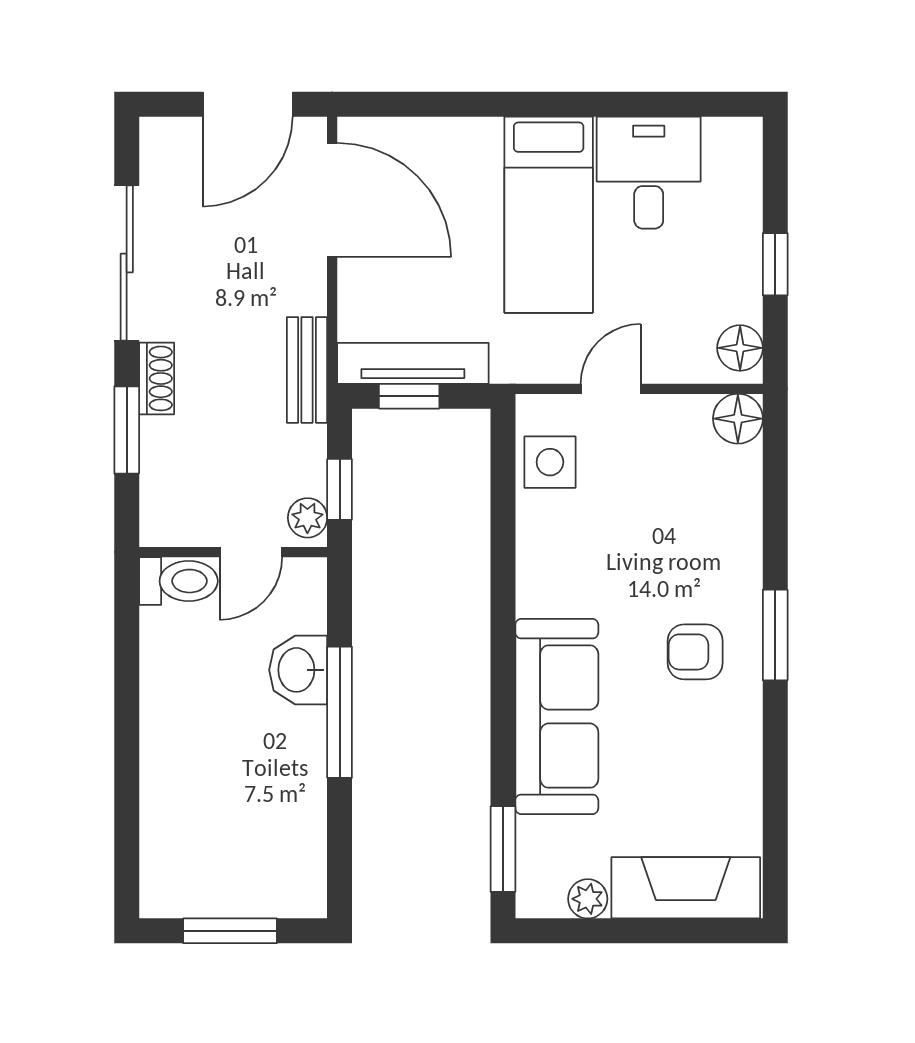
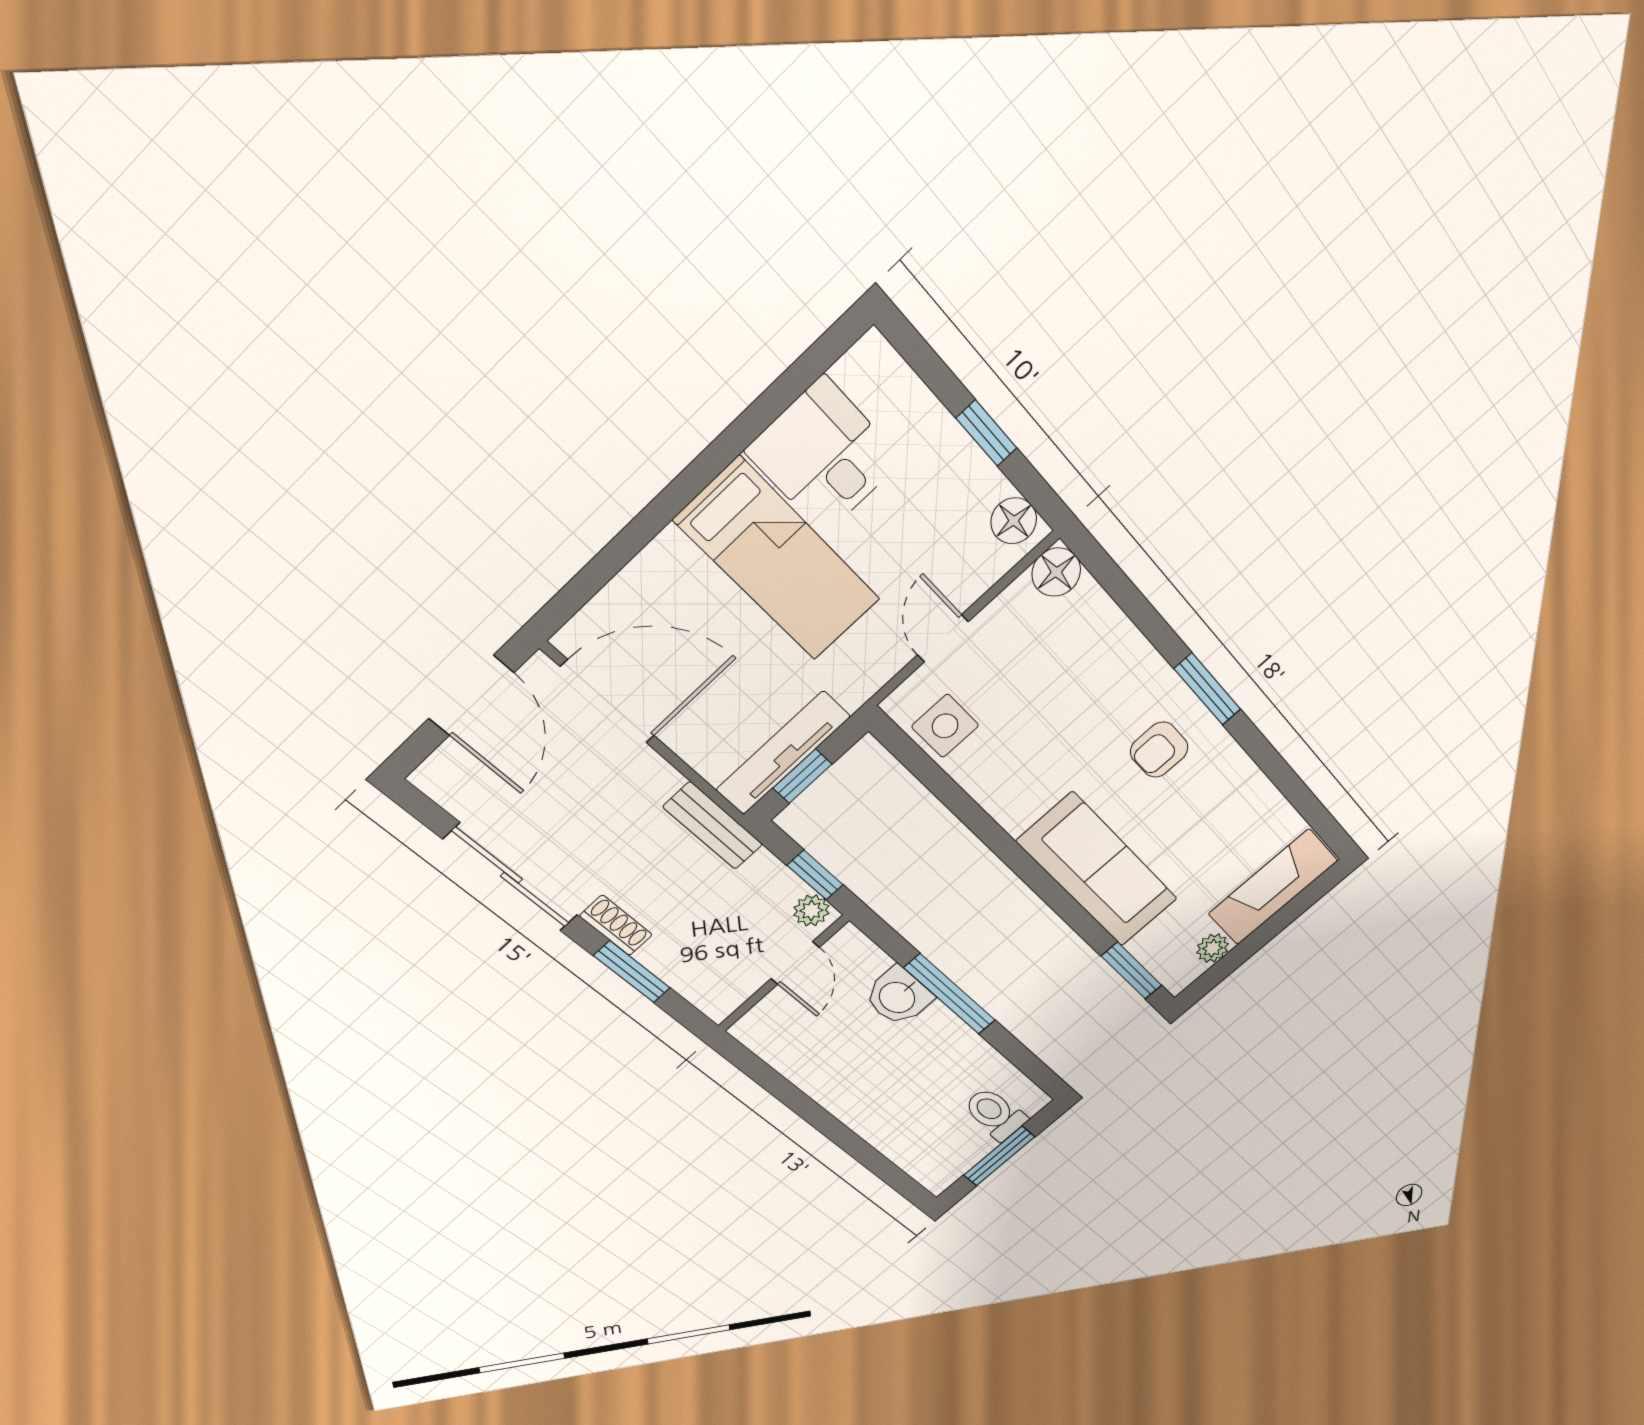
toilet: (178, 581) -> (995, 1114), moved, turned -90

